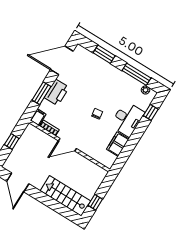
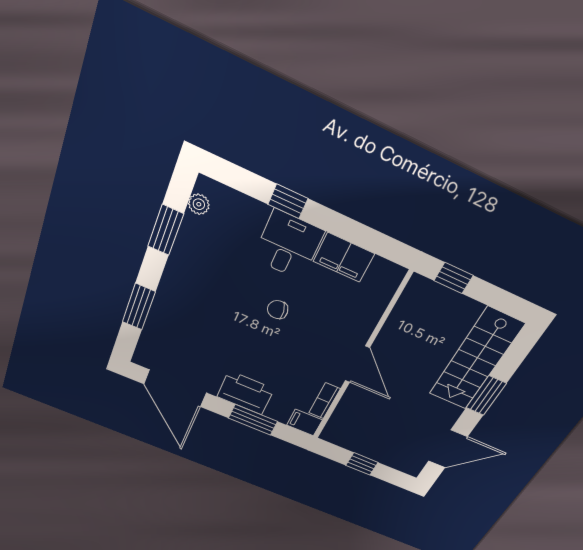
window: (136, 74) -> (166, 230), width x0.69
window: (151, 112) -> (288, 201), moved
desk: (127, 119) -> (288, 245), width x0.73
window: (46, 200) -> (486, 395), added
window: (95, 202) -> (454, 278), moved

